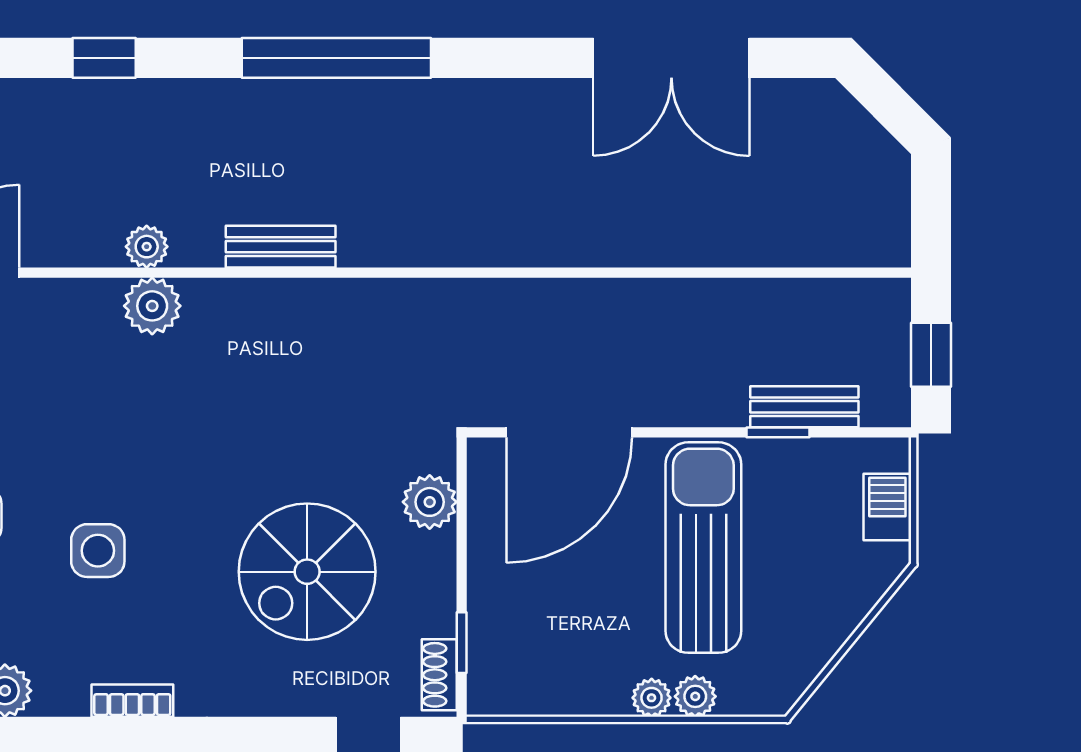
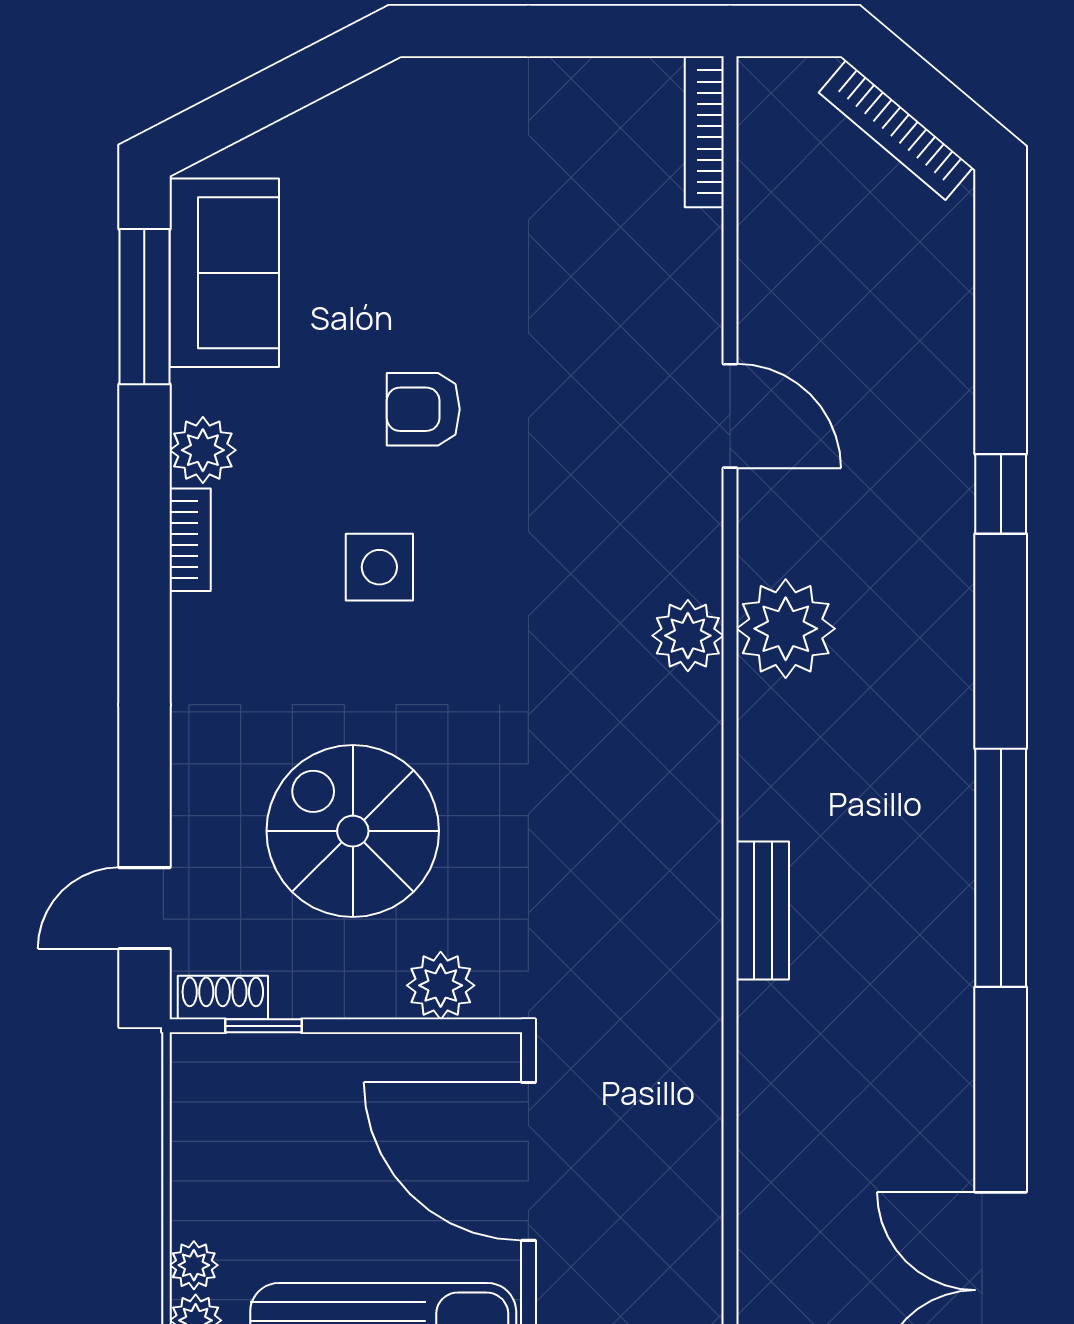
window: (104, 58) -> (1001, 494), moved
plant: (147, 247) -> (786, 629), width x1.87, depth x1.87
bench: (281, 247) -> (763, 910), moved
bookcase: (132, 701) -> (190, 540), moved

